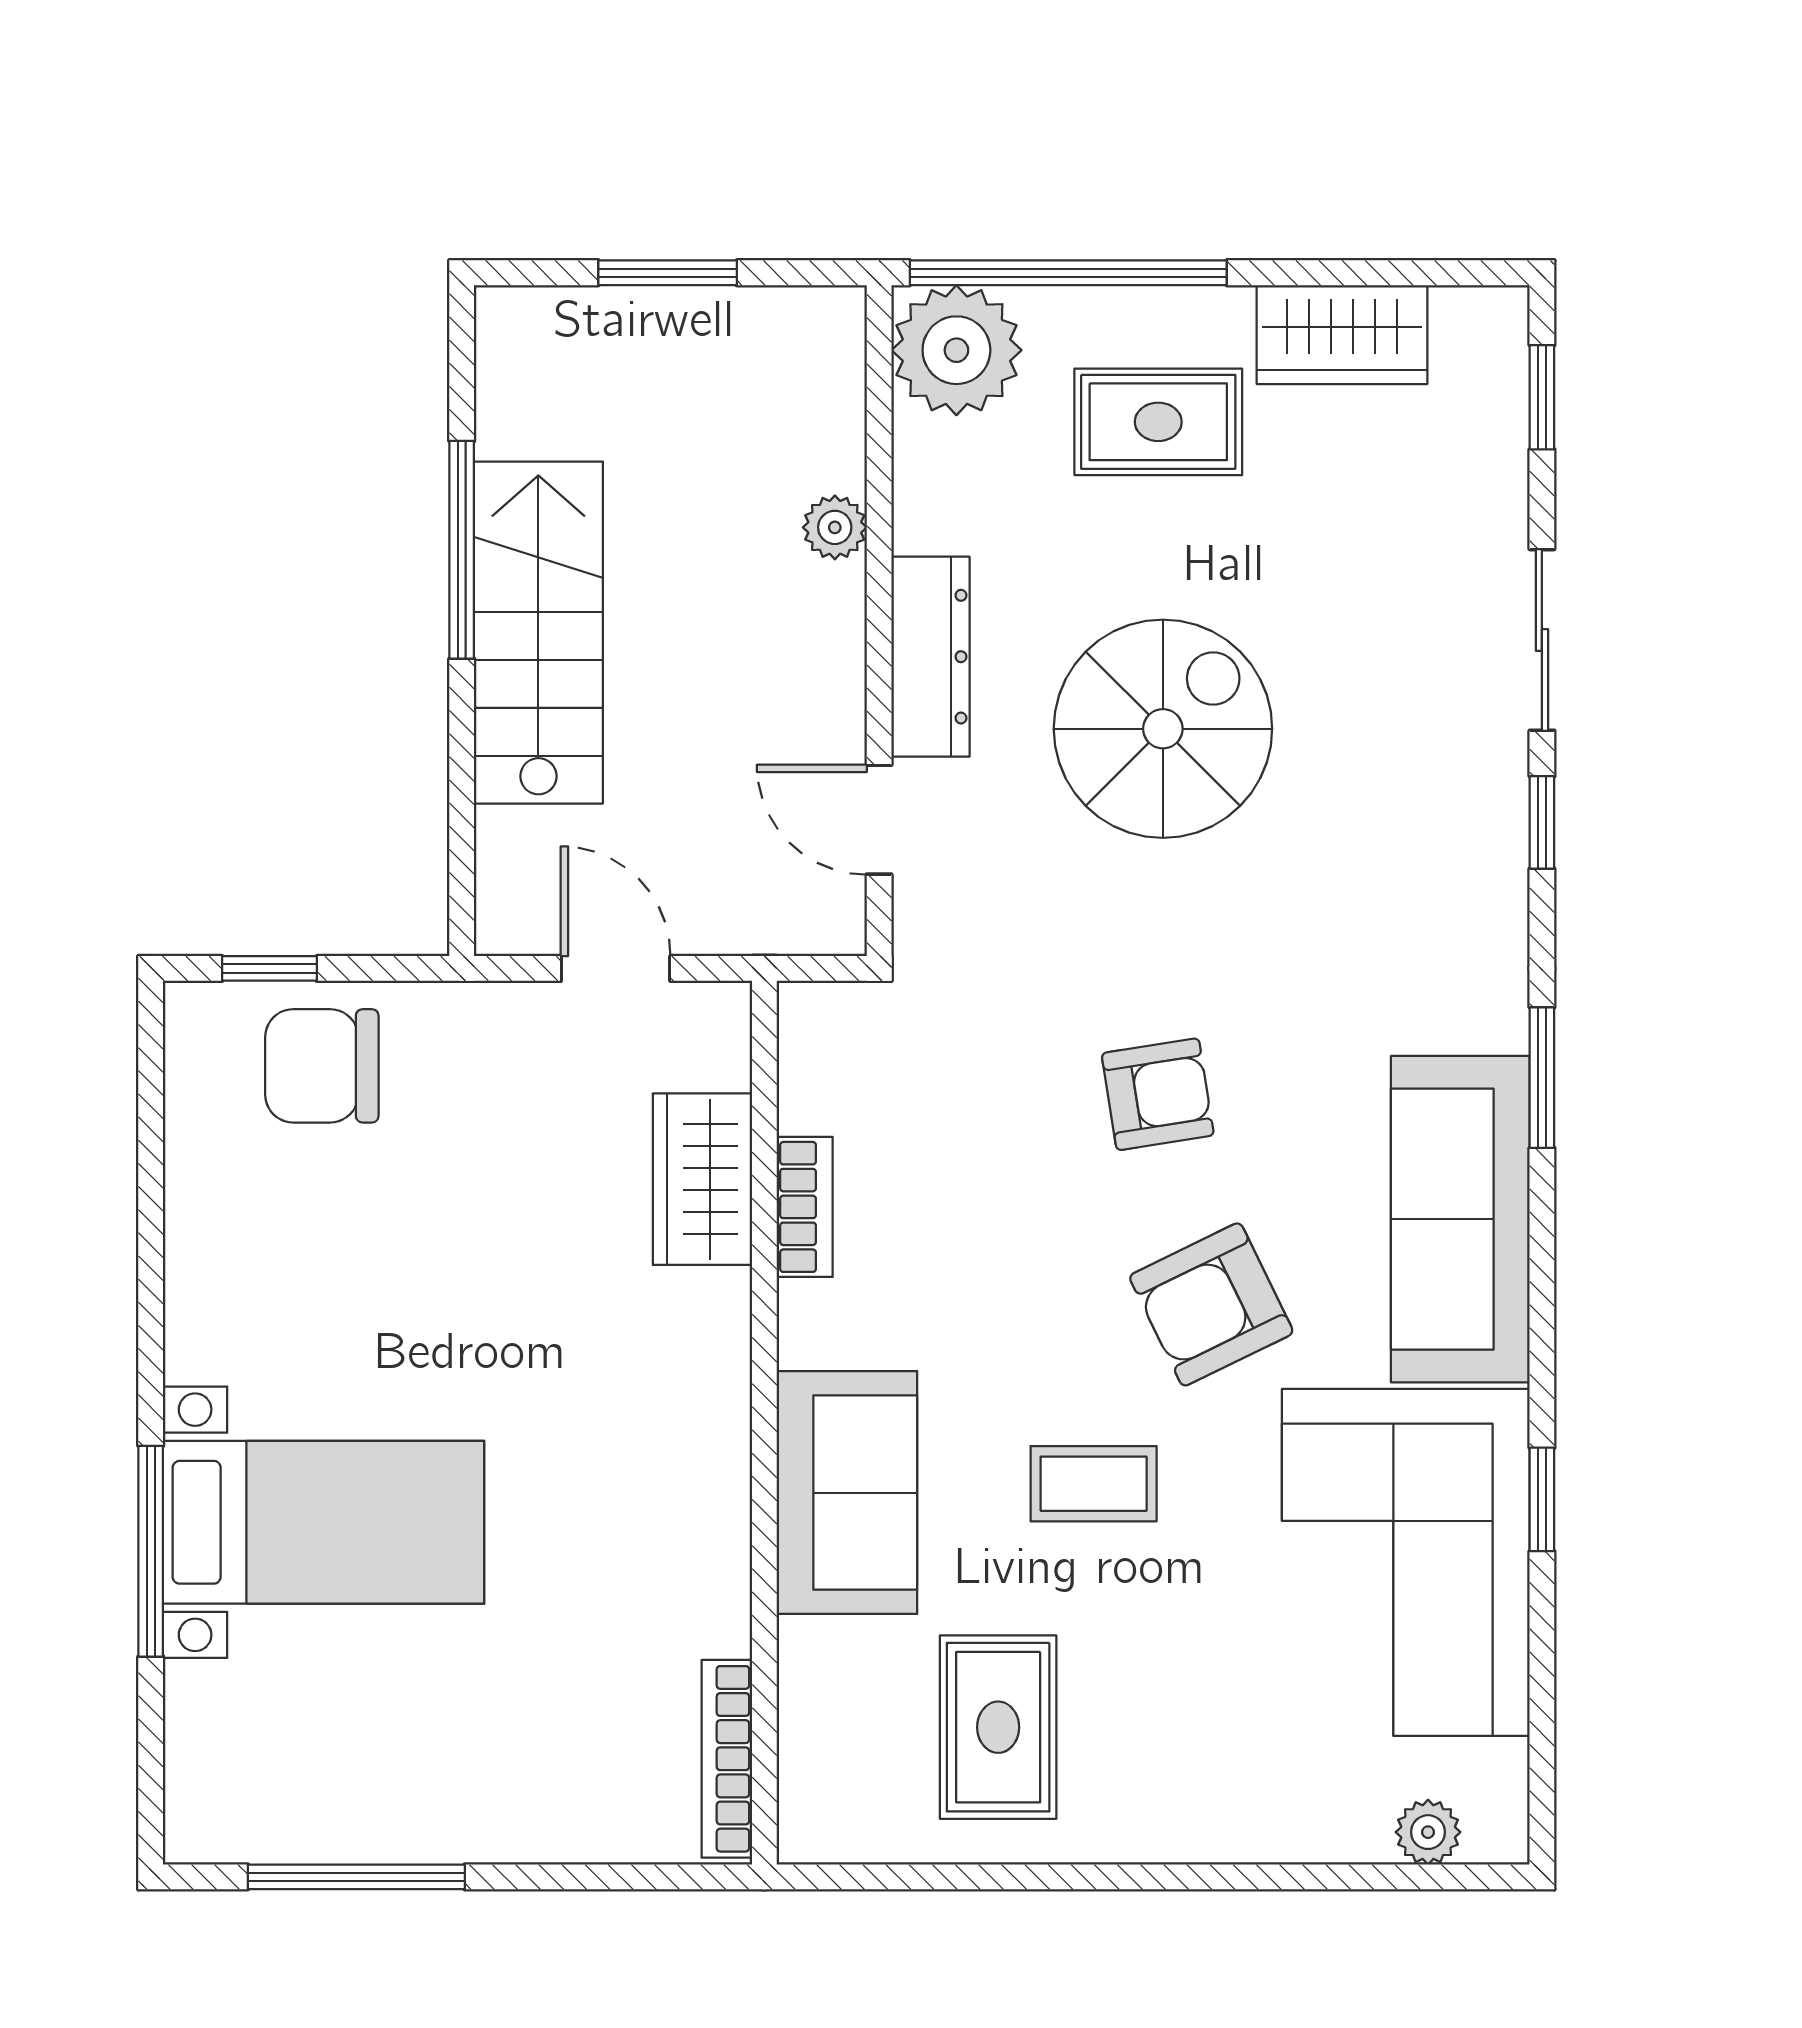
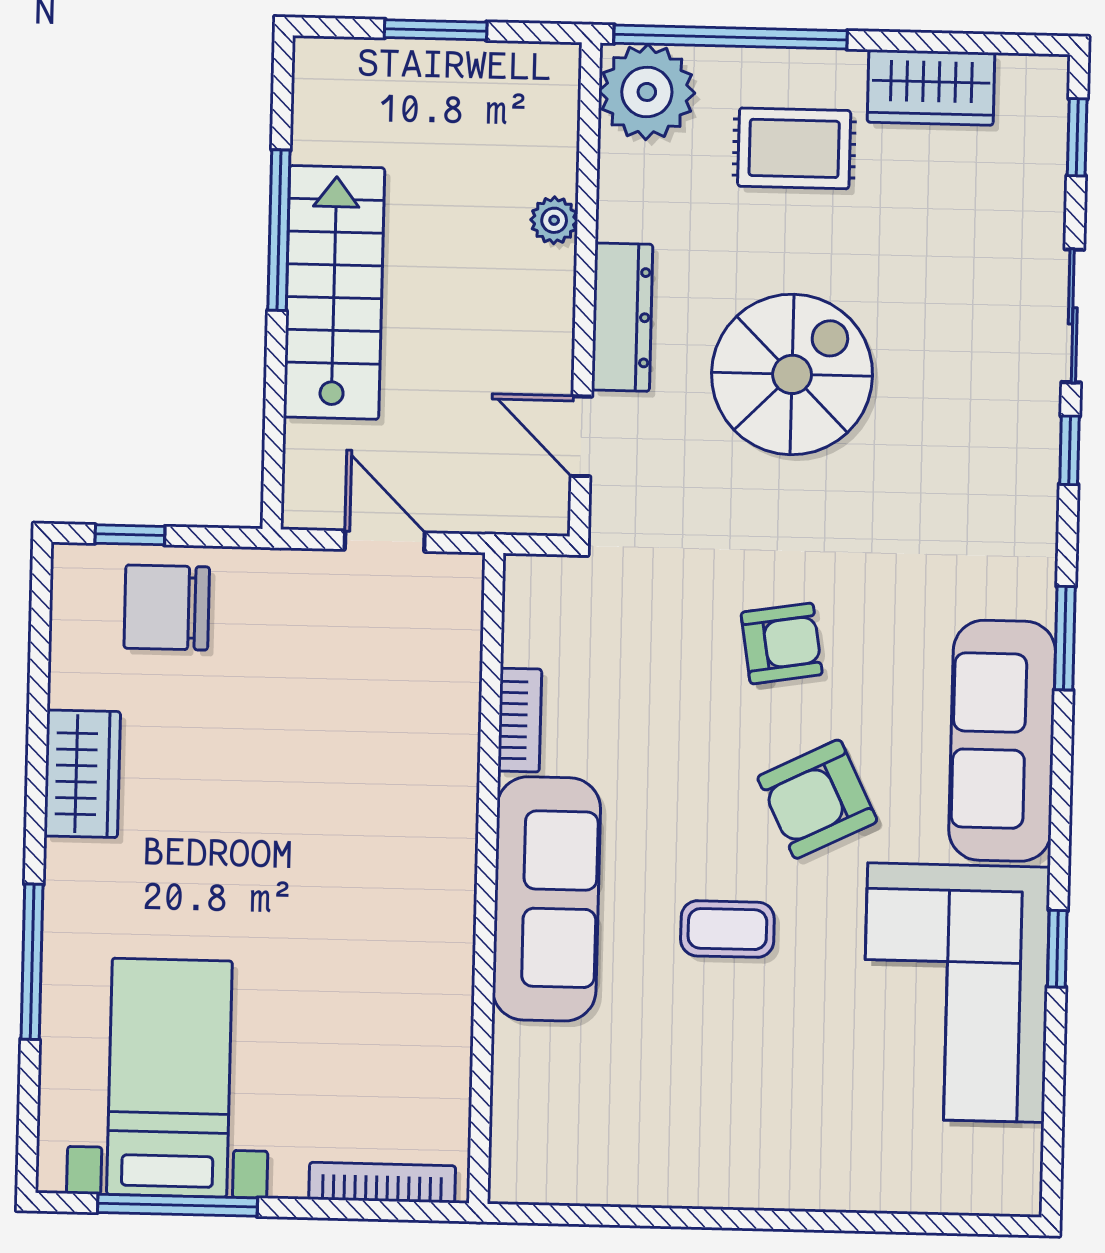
wardrobe: (702, 1179) -> (82, 774), moved, turned 180
sofa: (847, 1493) -> (546, 899), width x1.36
bed with nightstands: (324, 1522) -> (169, 1078), moved, turned -90
rug: (998, 1727) -> (653, 1107), removed
bookcase: (727, 1759) -> (382, 1183), moved, turned 90
plant: (1428, 1832) -> (967, 1192), removed

